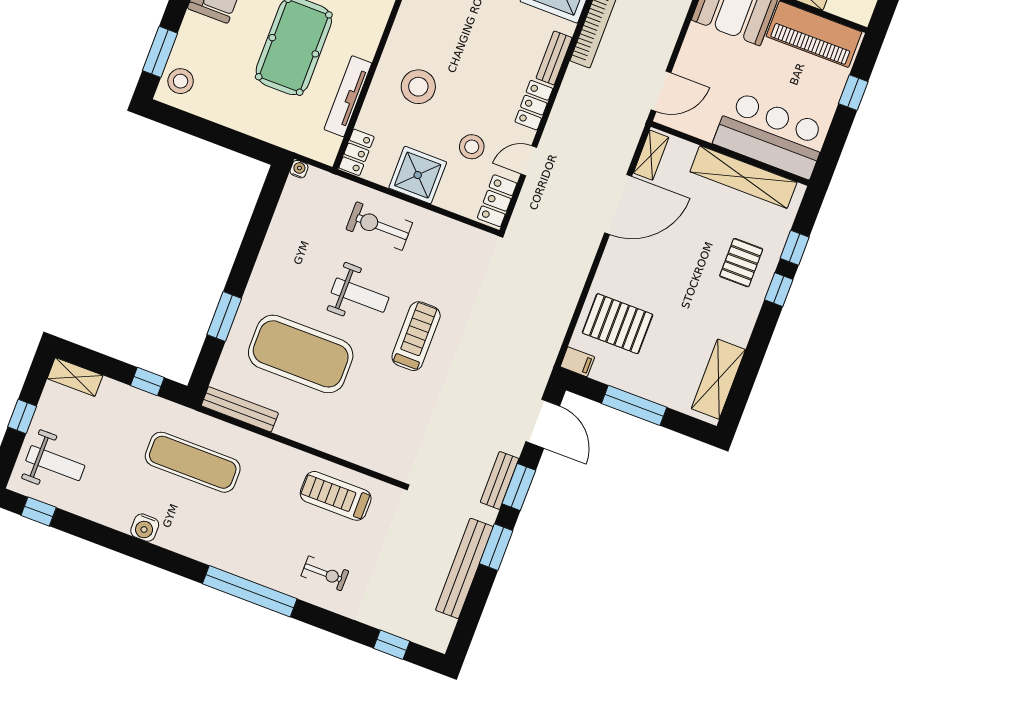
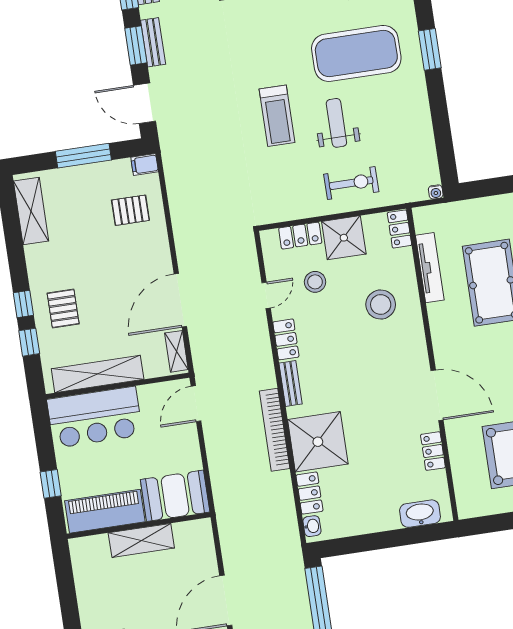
locker: (497, 201) -> (300, 236), moved, turned 90
weight bench: (360, 295) -> (336, 123), turned 90
pallet: (618, 324) -> (130, 210), width x0.67, depth x0.71

